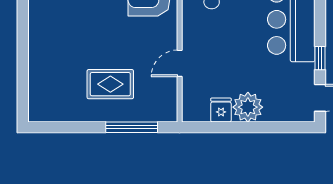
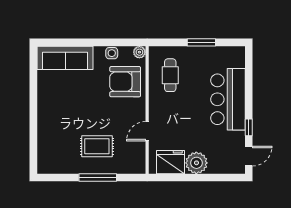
fridge: (221, 110) -> (171, 162), width x1.88, depth x1.34
window: (132, 127) -> (98, 177), moved

